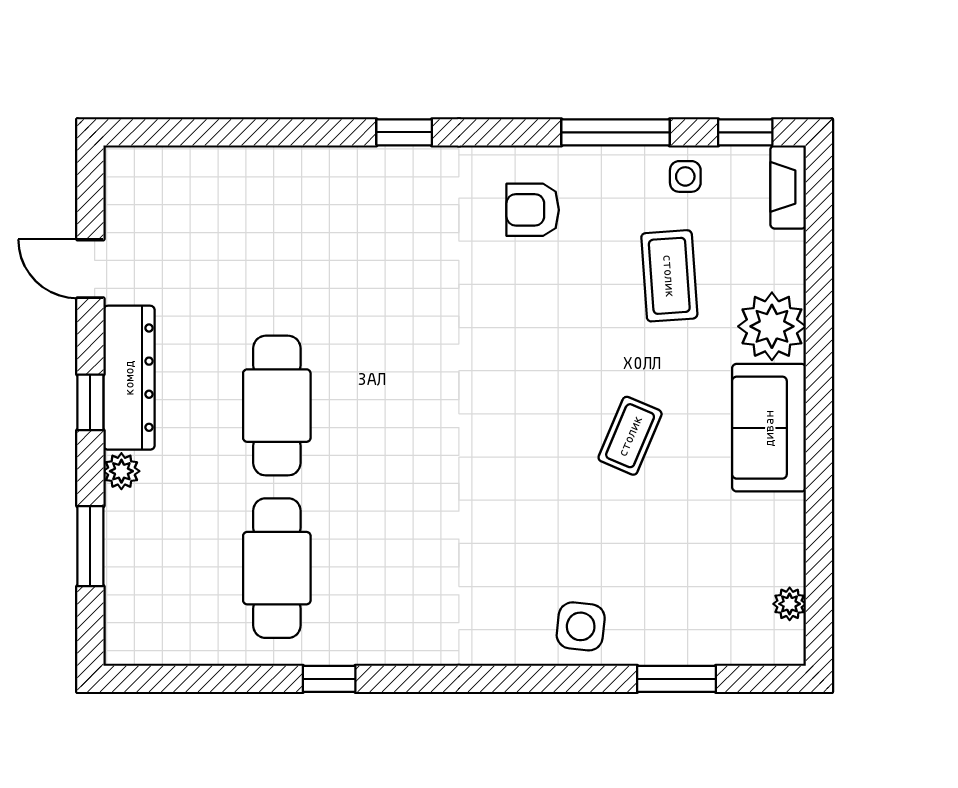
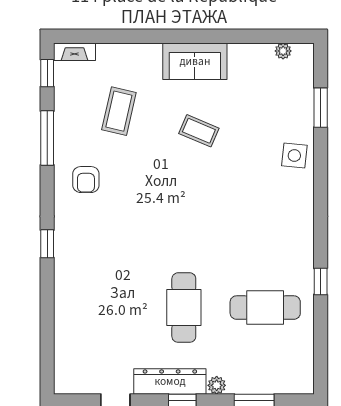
side table: (685, 176) -> (69, 103), removed
coffee table: (669, 276) -> (119, 111), turned -73
plant: (772, 326) -> (144, 60), removed
cafe table: (277, 406) -> (184, 308), turned 90

